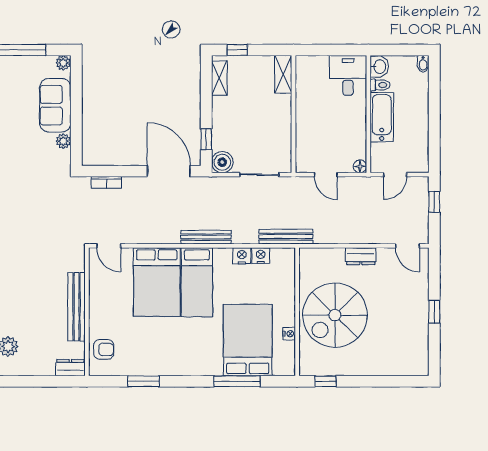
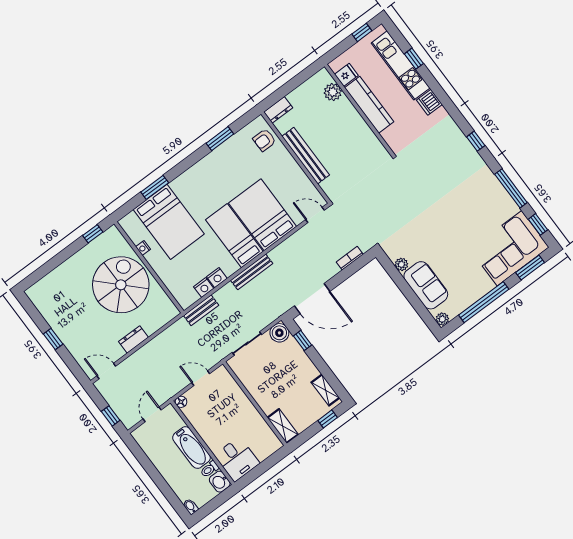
bench: (286, 237) -> (201, 310), width x0.73
window: (237, 381) -> (155, 187), width x0.69

